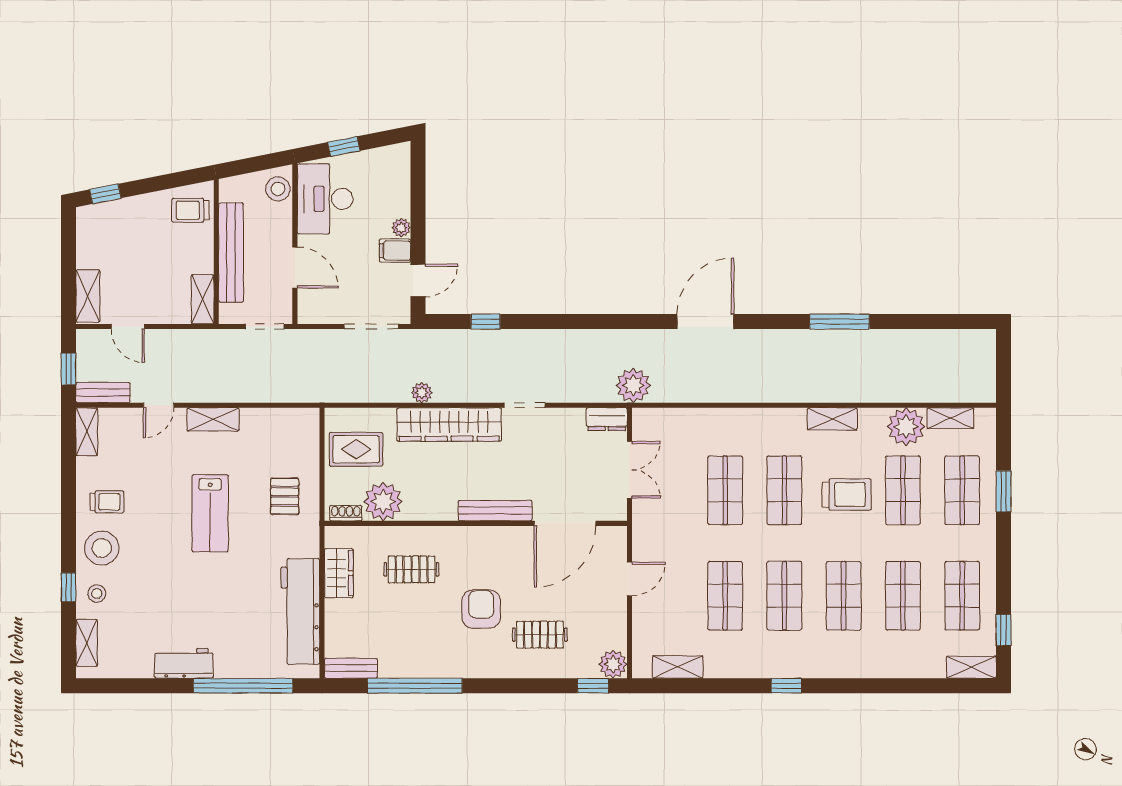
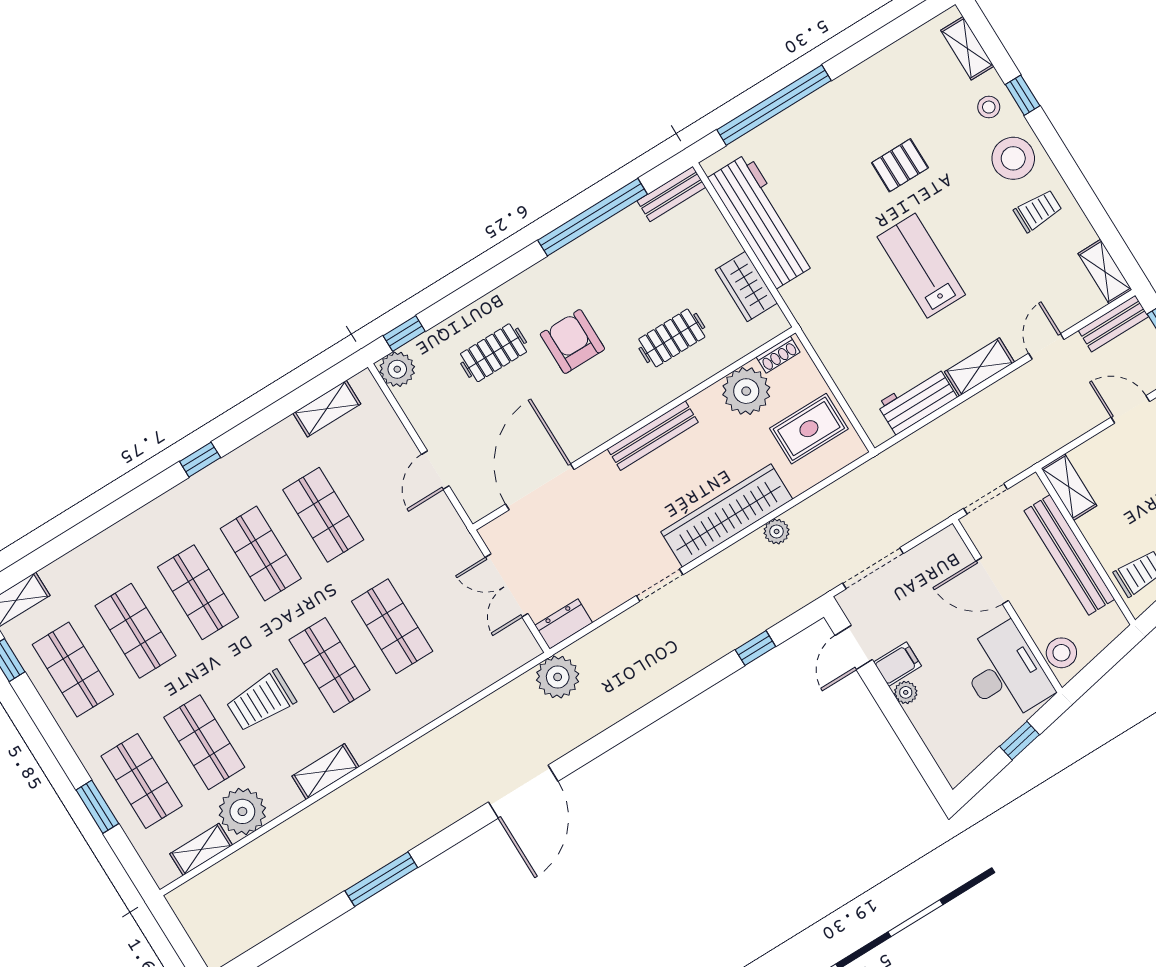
pallet: (285, 496) -> (900, 165), moved, turned 90
trolley: (107, 502) -> (1038, 211), turned 180
bench: (495, 511) -> (653, 436), moved
armchair: (481, 609) -> (572, 342), turned 180
workbench: (184, 663) -> (917, 401), moved, turned 180

